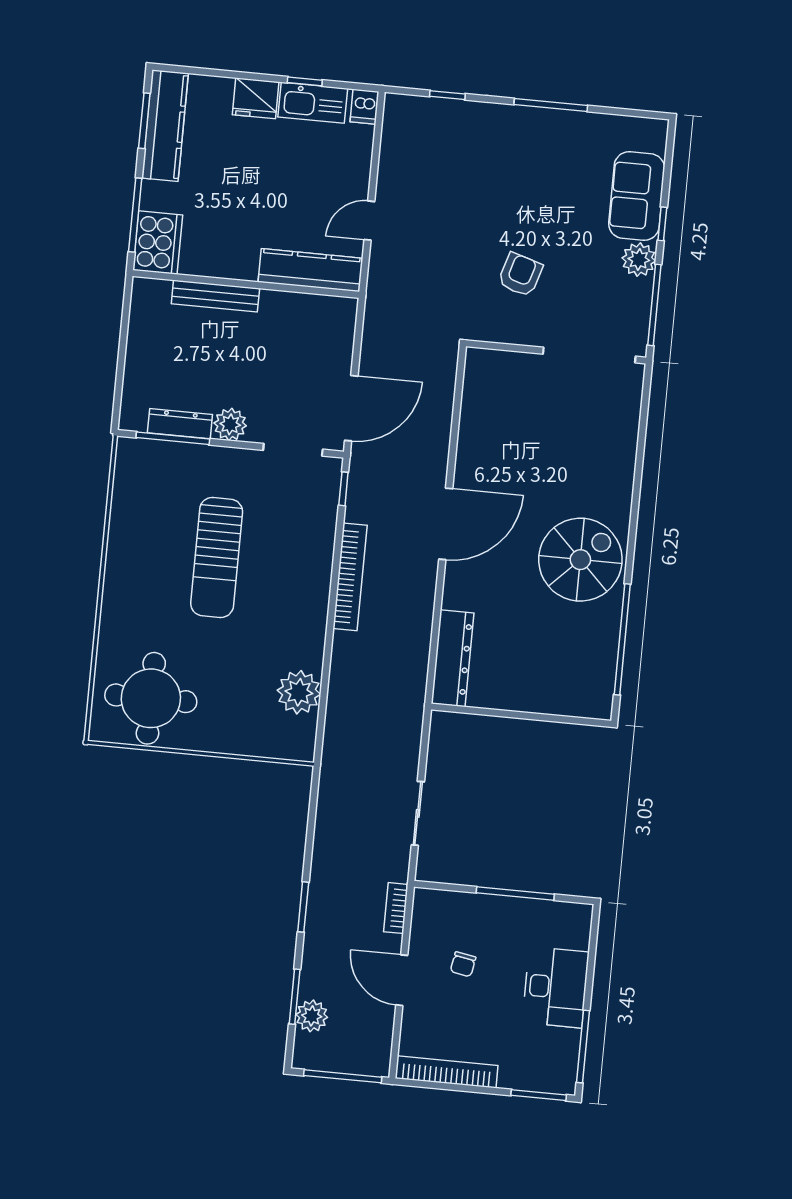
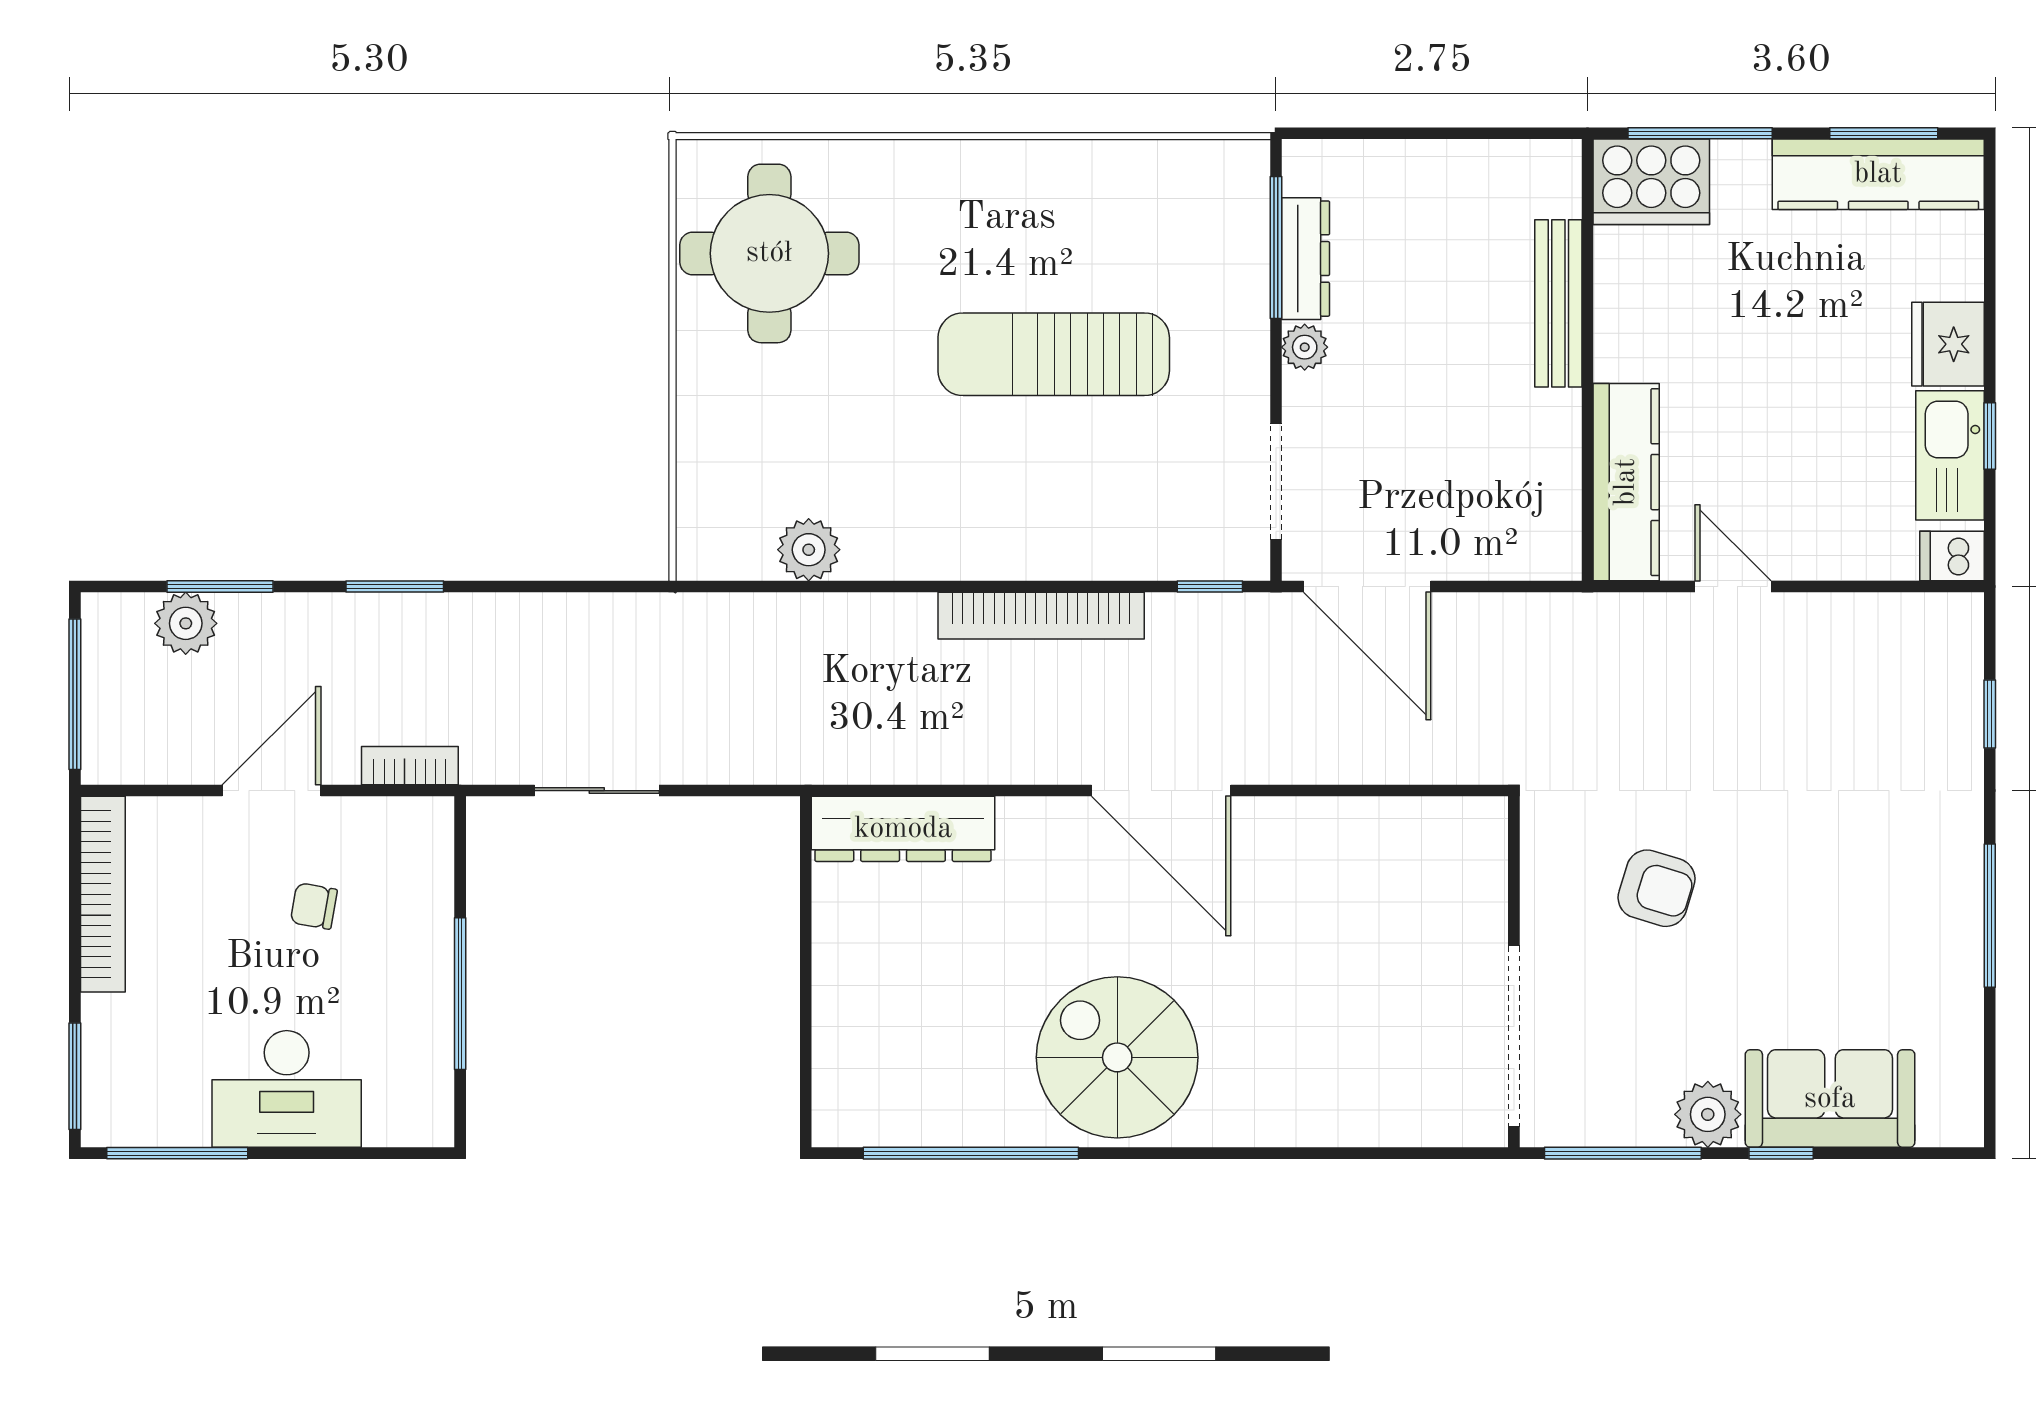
plant: (230, 424) -> (1305, 347), width x0.73, depth x0.73
spiral stairs: (580, 560) -> (1117, 1057), turned 180
plant: (299, 692) -> (809, 550), width x0.73, depth x0.73

